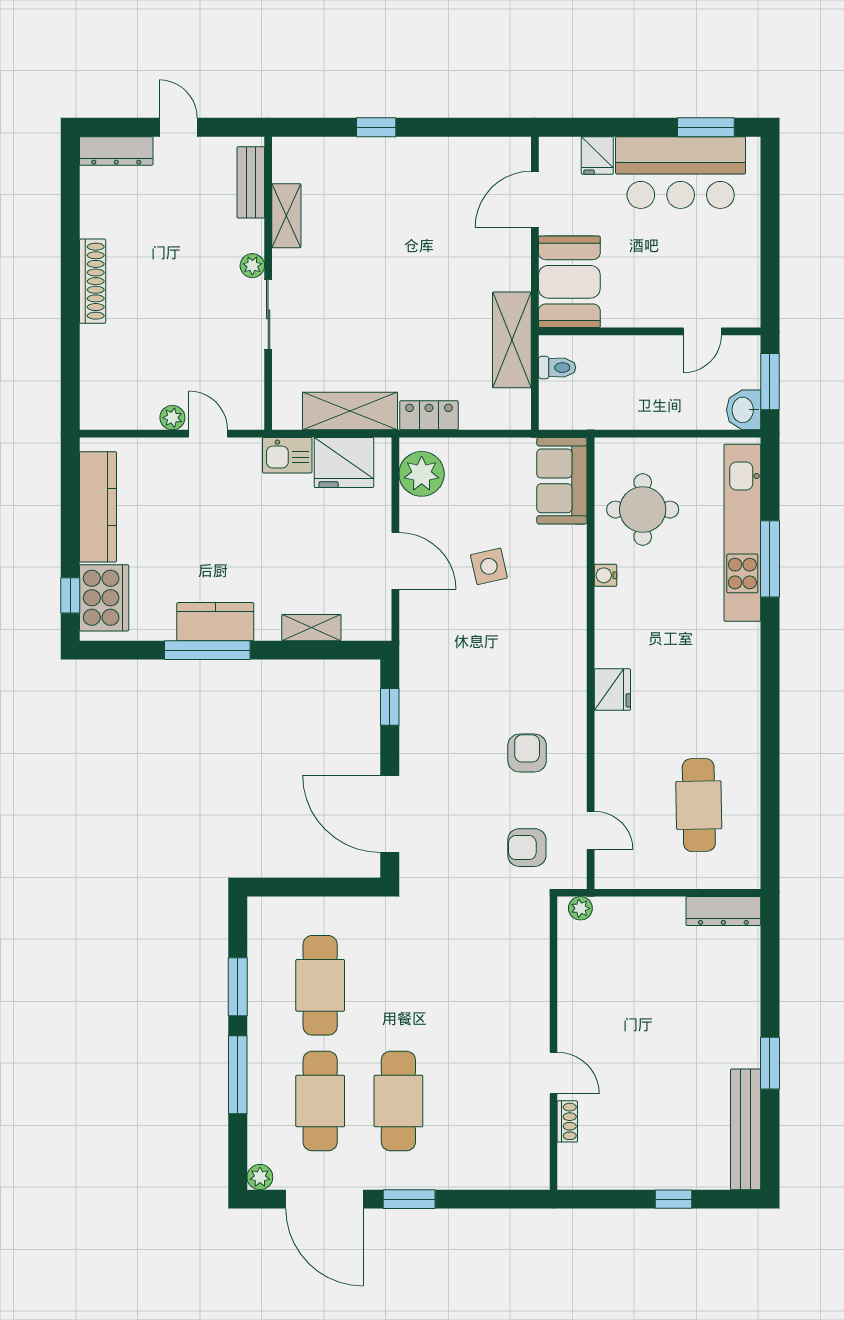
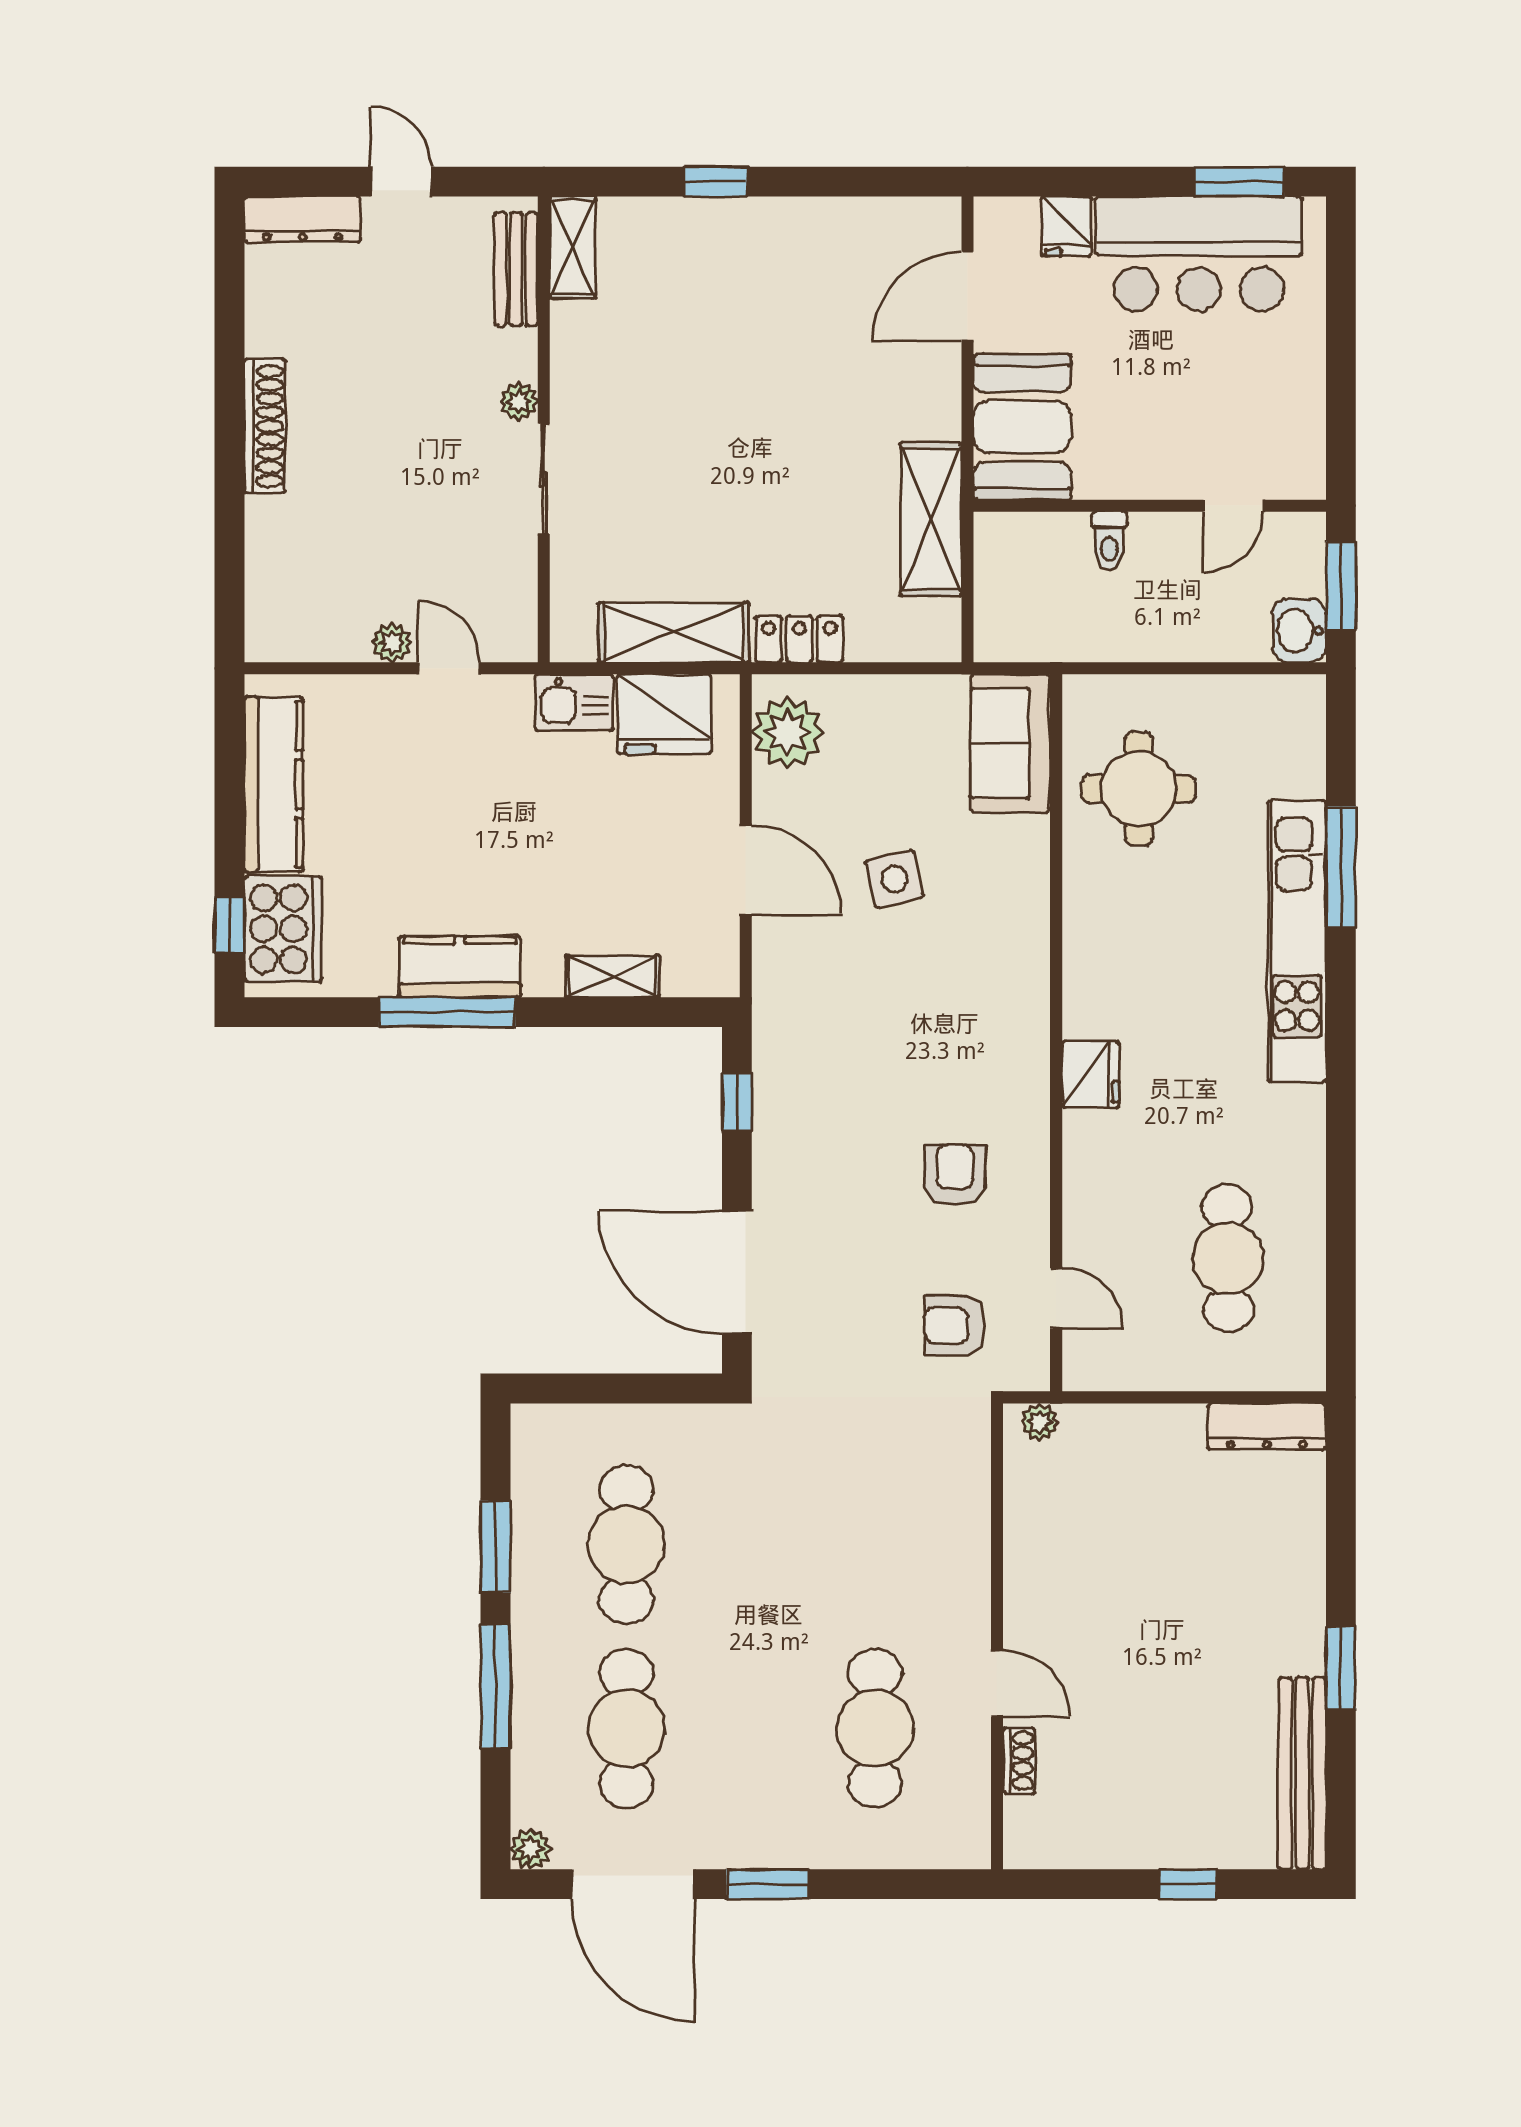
shelving: (286, 216) -> (573, 247), moved
toilet: (557, 368) -> (1109, 541), moved, turned 90
kitchen unit: (742, 533) -> (1297, 941), moved
water cooler: (606, 575) -> (1080, 893), removed
cafe table: (398, 1101) -> (875, 1728), moved

